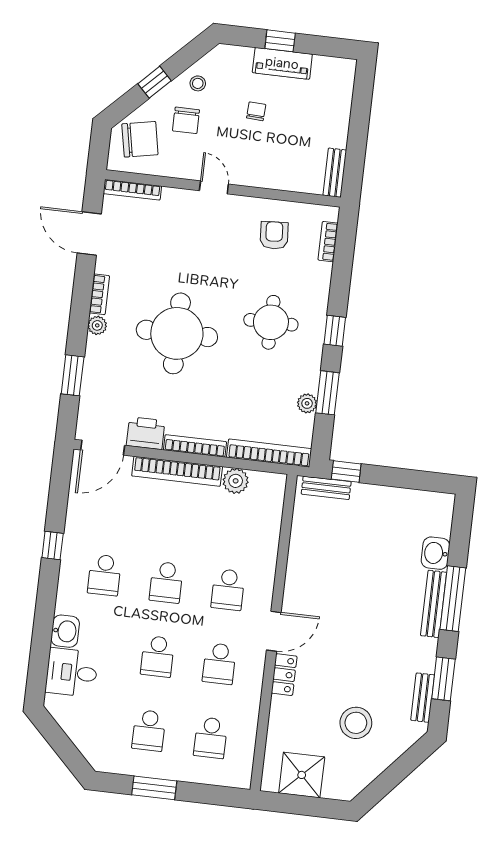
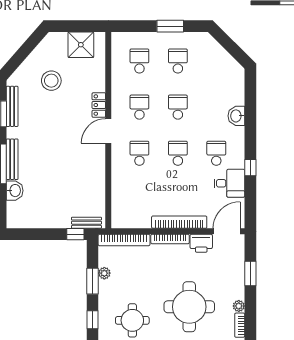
plant: (236, 481) -> (143, 220), removed
desk: (72, 673) -> (229, 183), moved
bench: (423, 698) -> (12, 106), width x1.36

